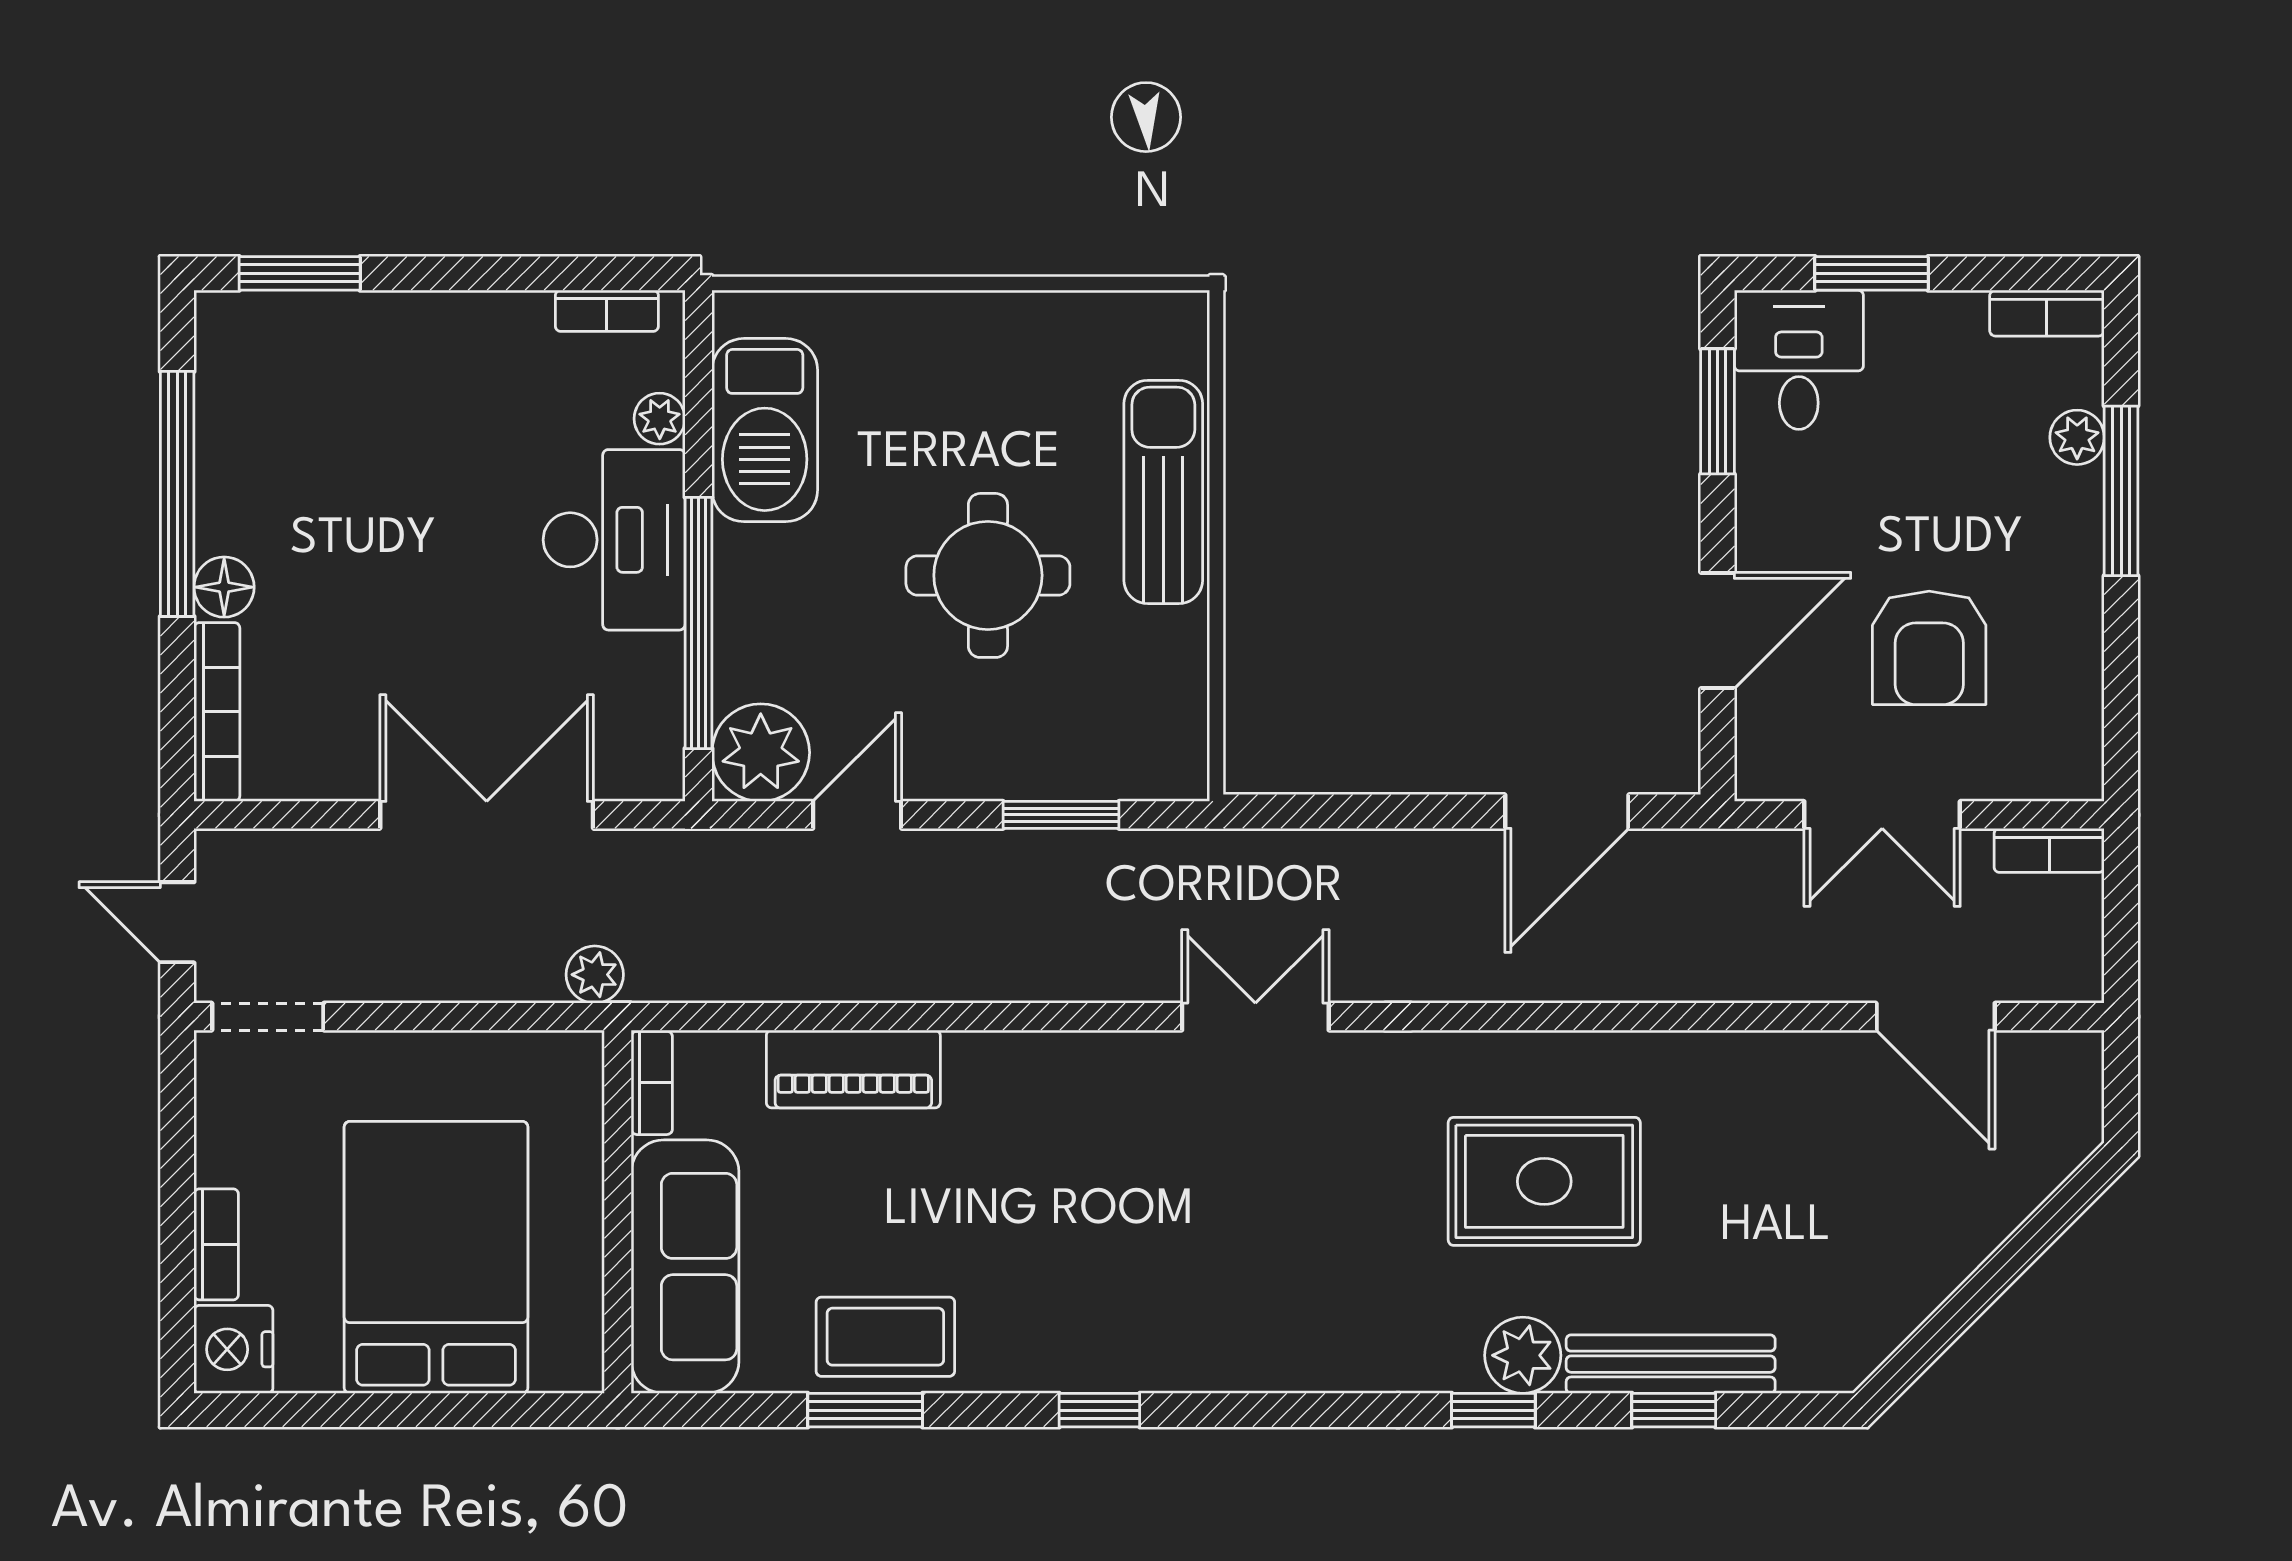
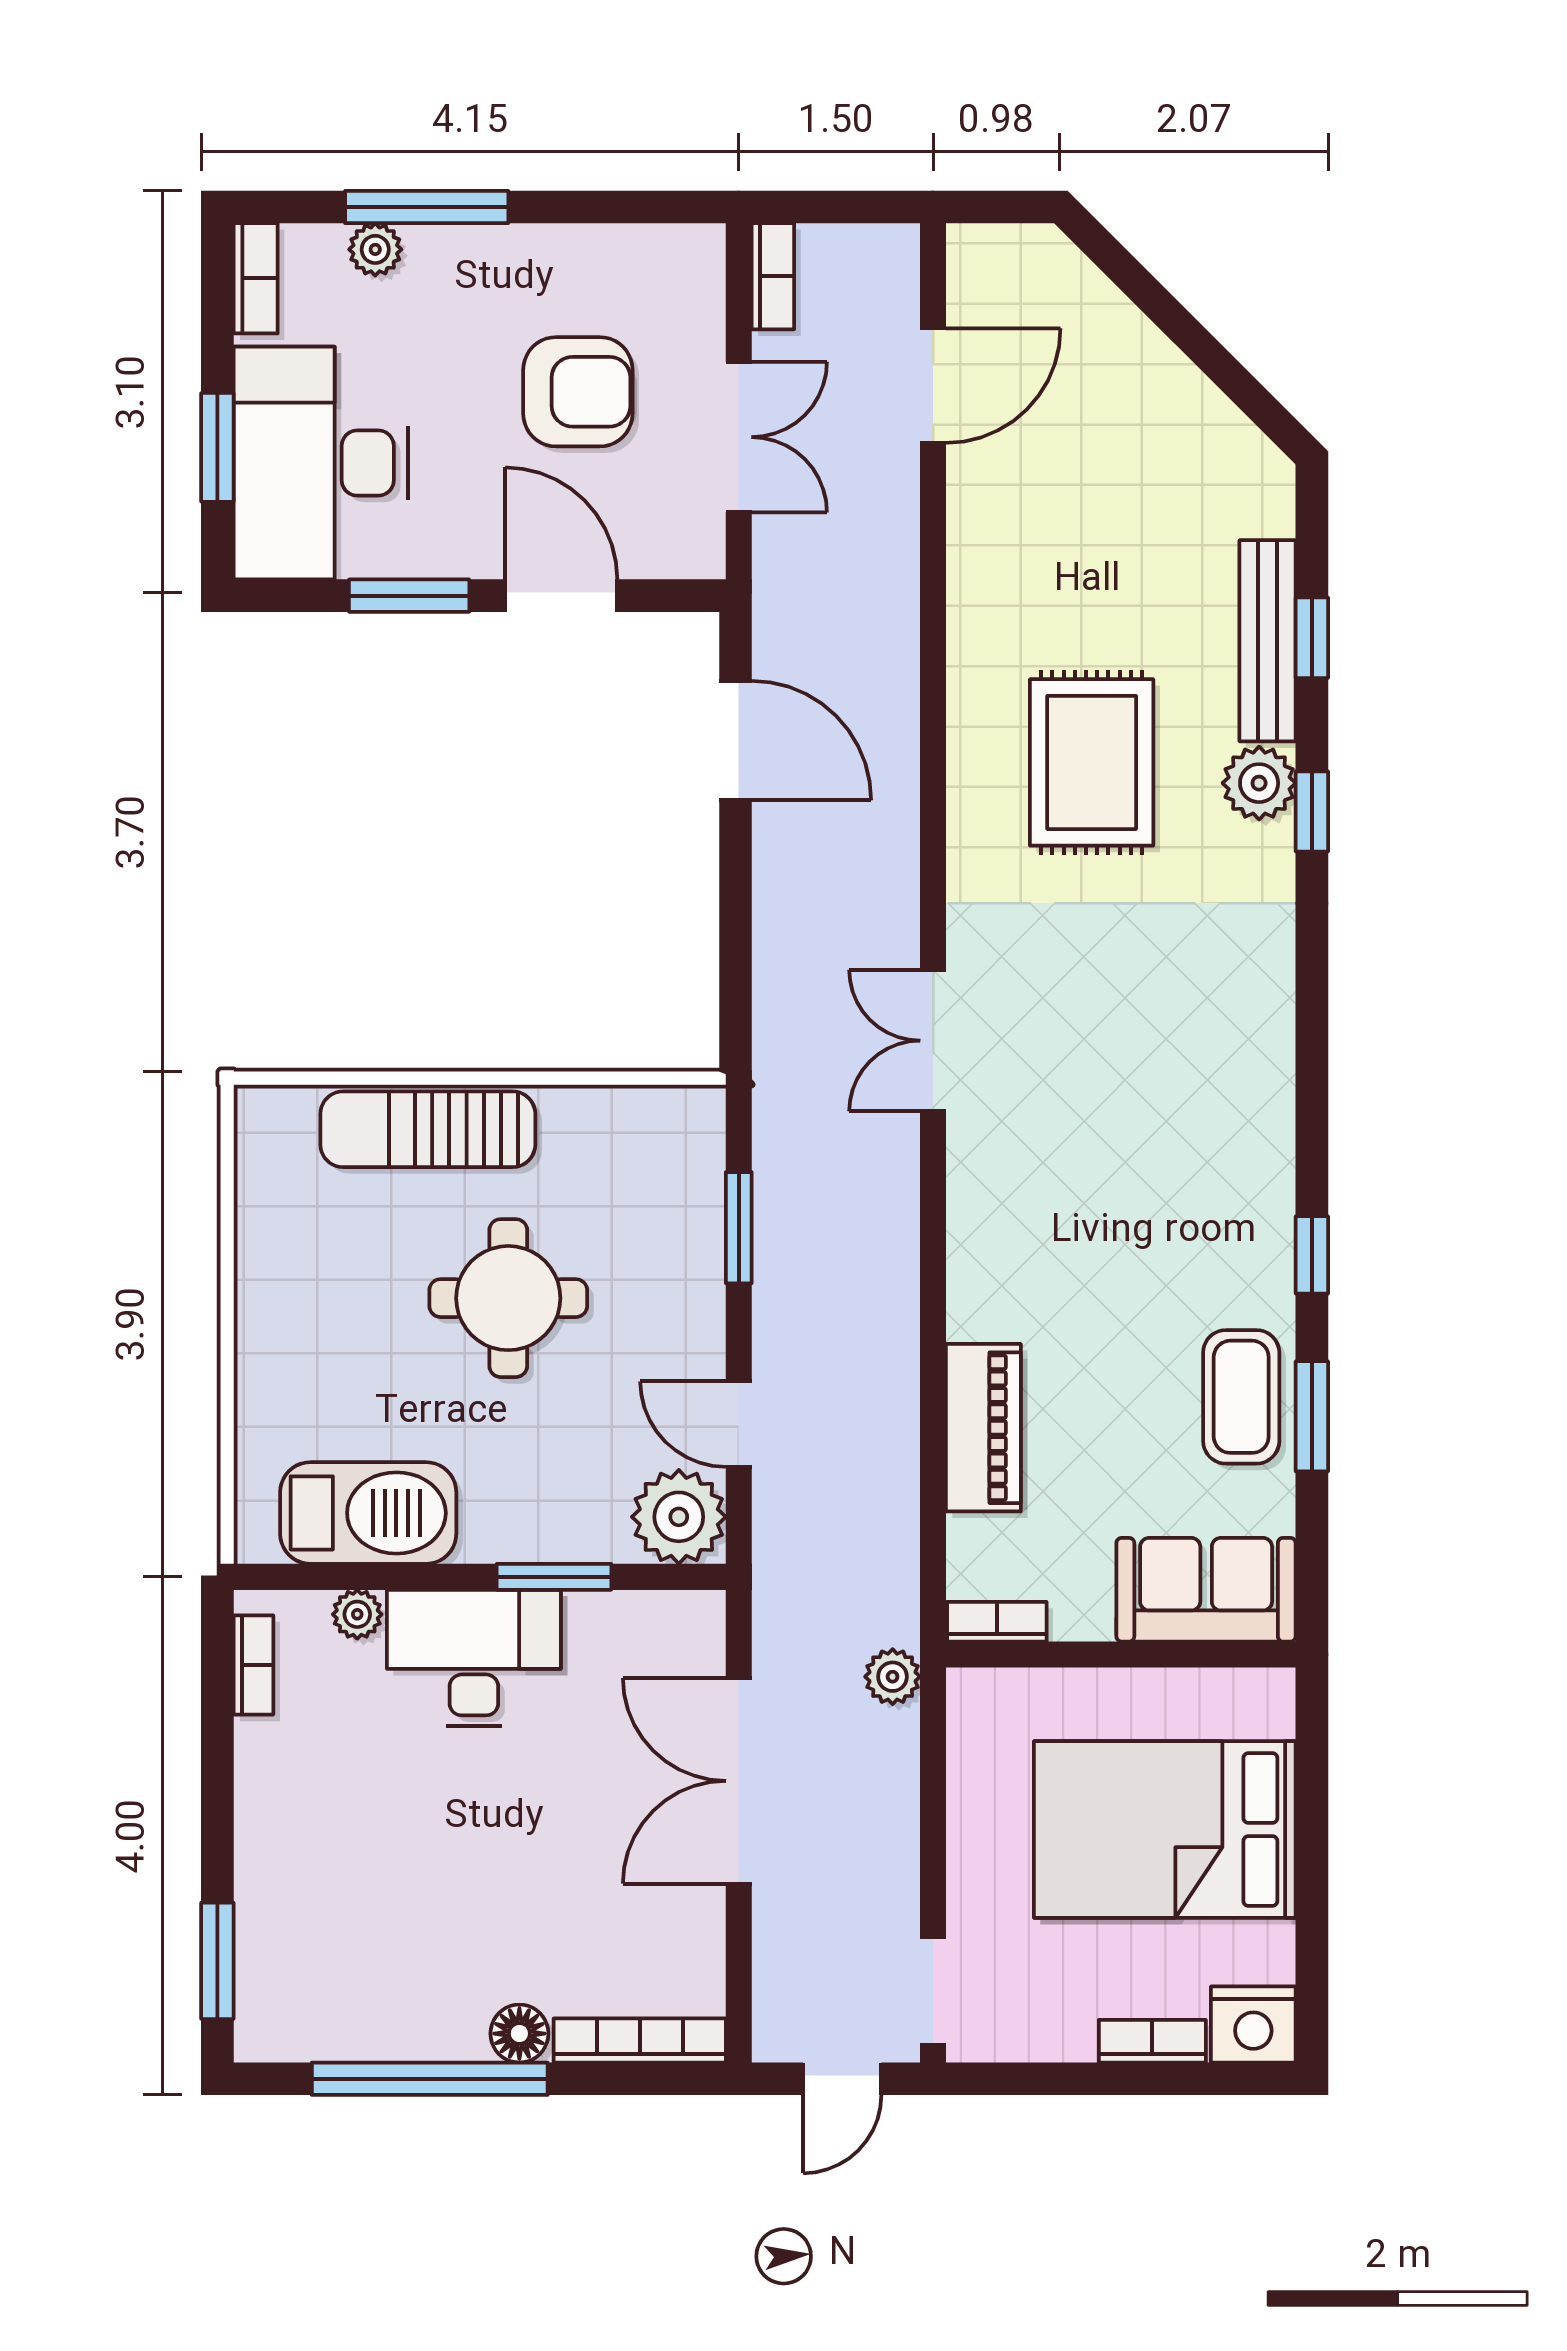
desk: (1799, 360) -> (321, 463), width x1.87, depth x1.30
window: (1717, 411) -> (409, 596), moved
window: (698, 623) -> (554, 1577), width x0.47
sofa: (685, 1267) -> (1206, 1590), width x0.73
window: (1099, 1410) -> (1312, 1255), moved

